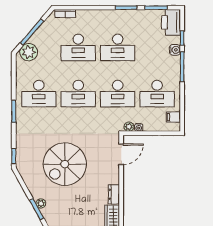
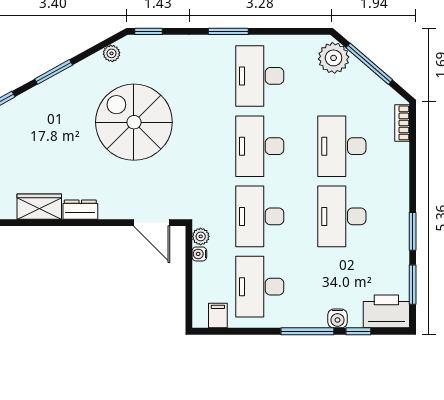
plant: (41, 203) -> (112, 53), moved

